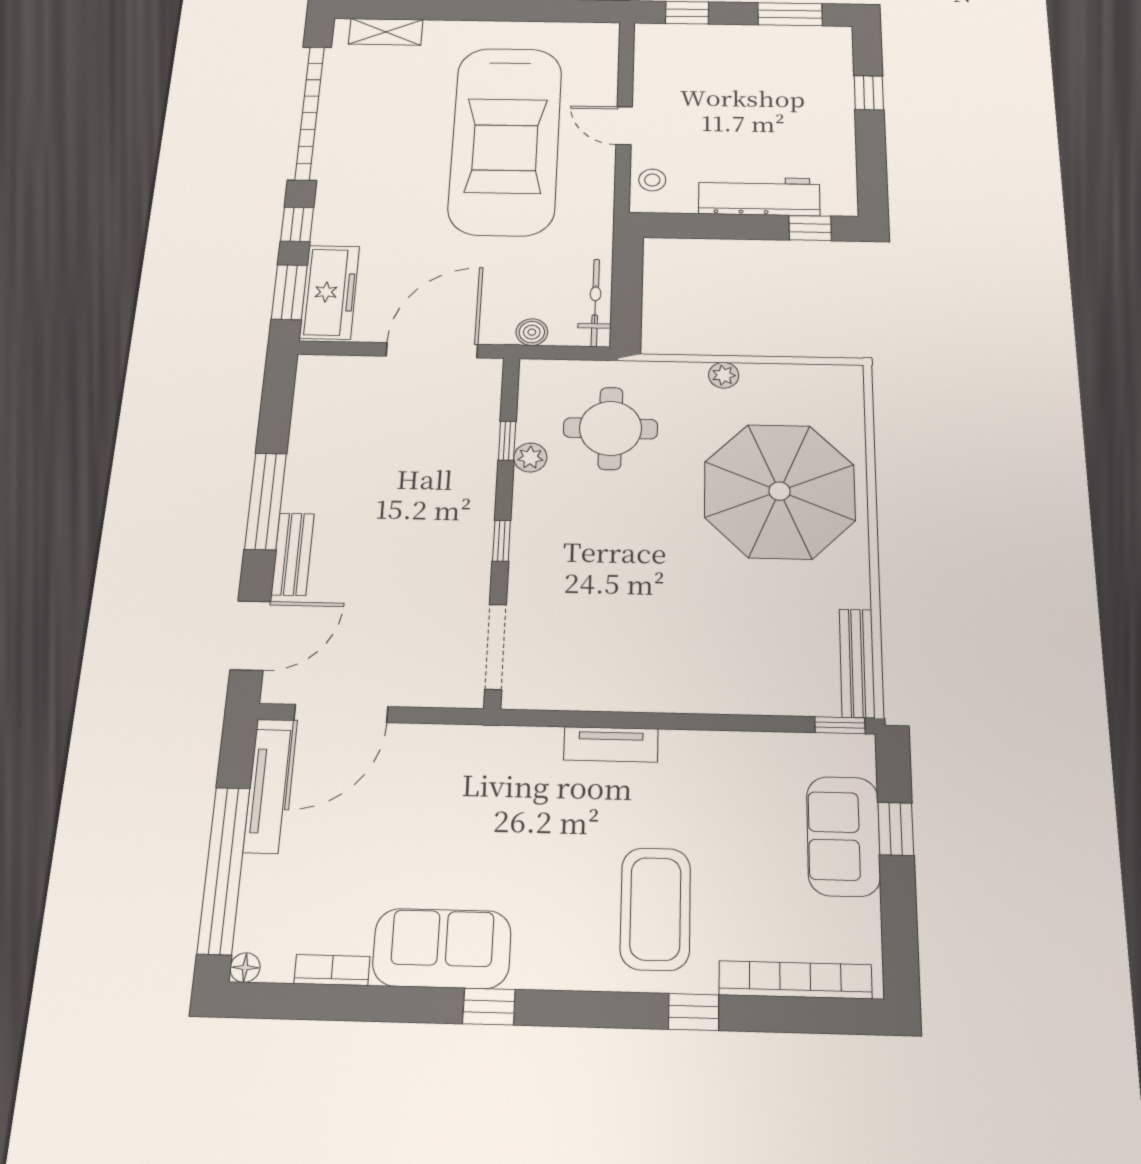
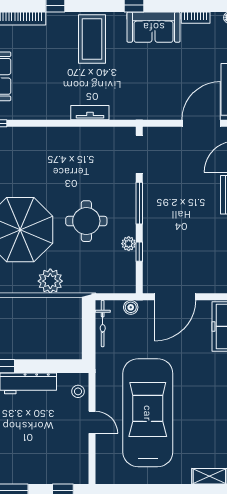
plant: (724, 375) -> (50, 281), width x1.88, depth x1.88
round table: (610, 428) -> (86, 221), moved
window: (501, 541) -> (139, 203), width x2.17
coffee table: (655, 909) -> (92, 39), moved

